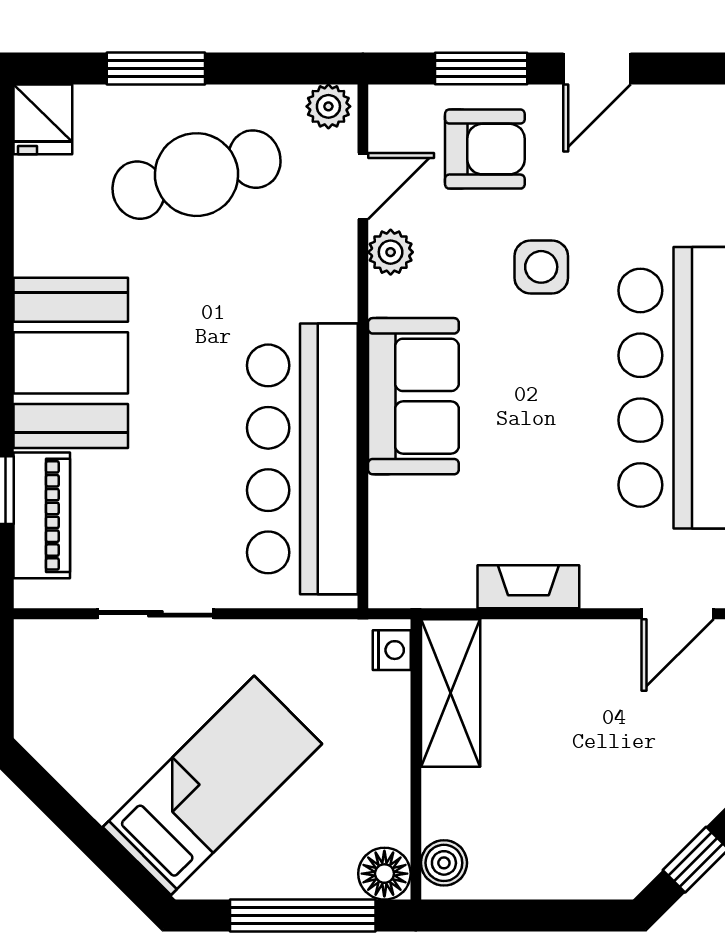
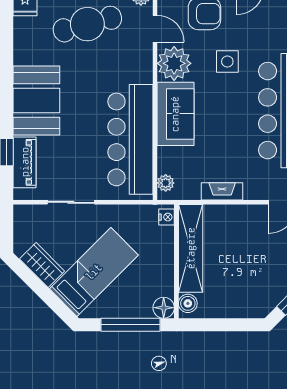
door: (363, 186) -> (155, 29), hinge flipped
plant: (391, 252) -> (174, 63), width x1.88, depth x1.88
plant: (389, 566) -> (166, 183), added
shelving: (451, 693) -> (191, 248), width x1.47
wardrobe: (85, 768) -> (42, 265), added

